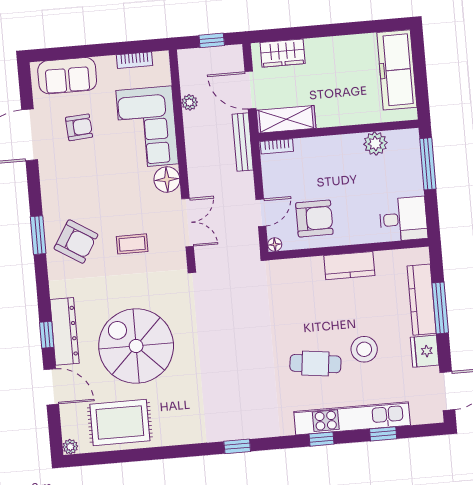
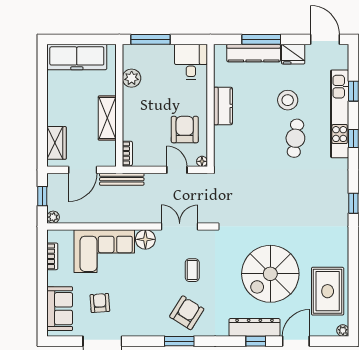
plant: (190, 102) -> (53, 217), moved
shelving: (286, 119) -> (107, 118), moved

